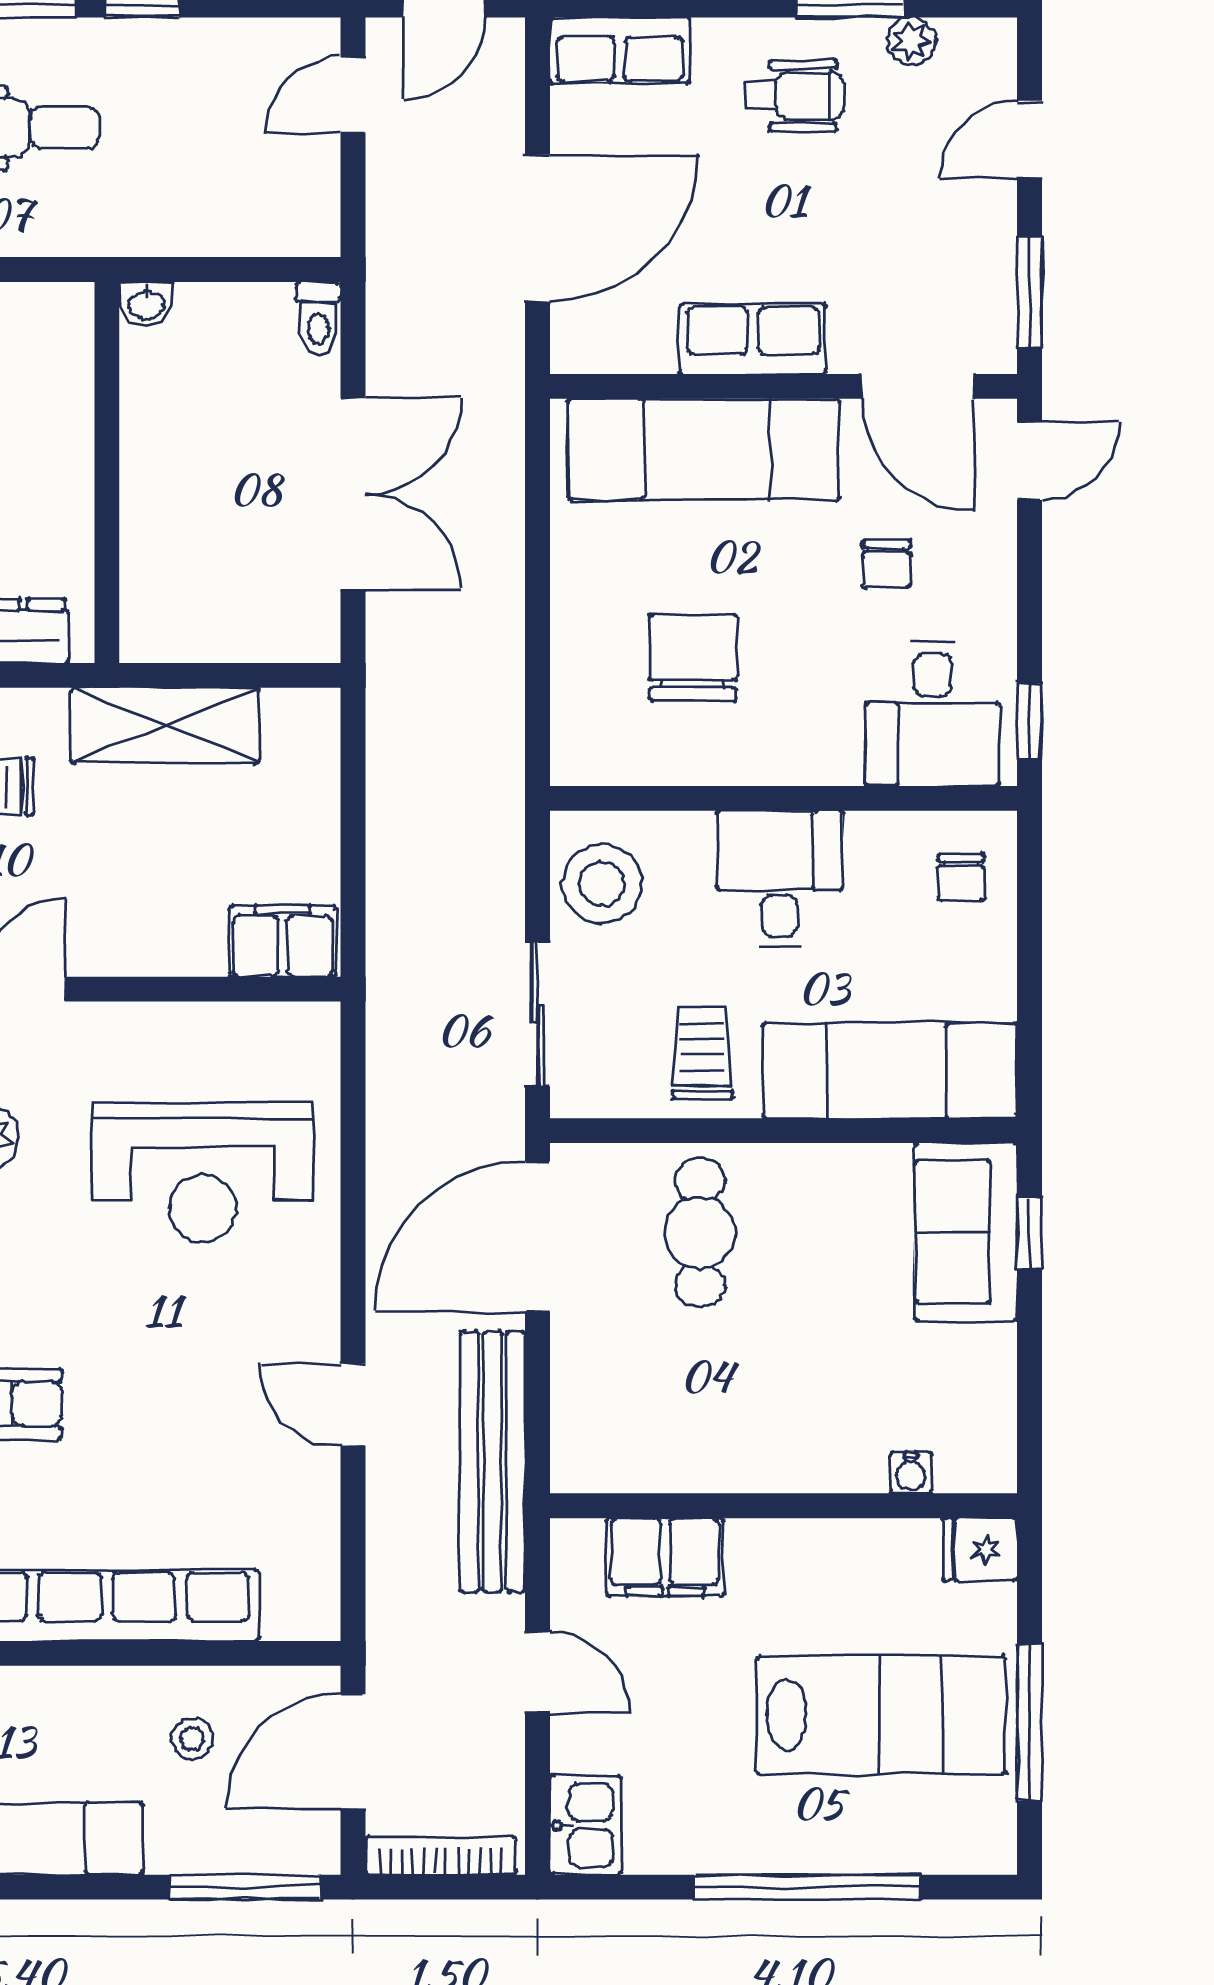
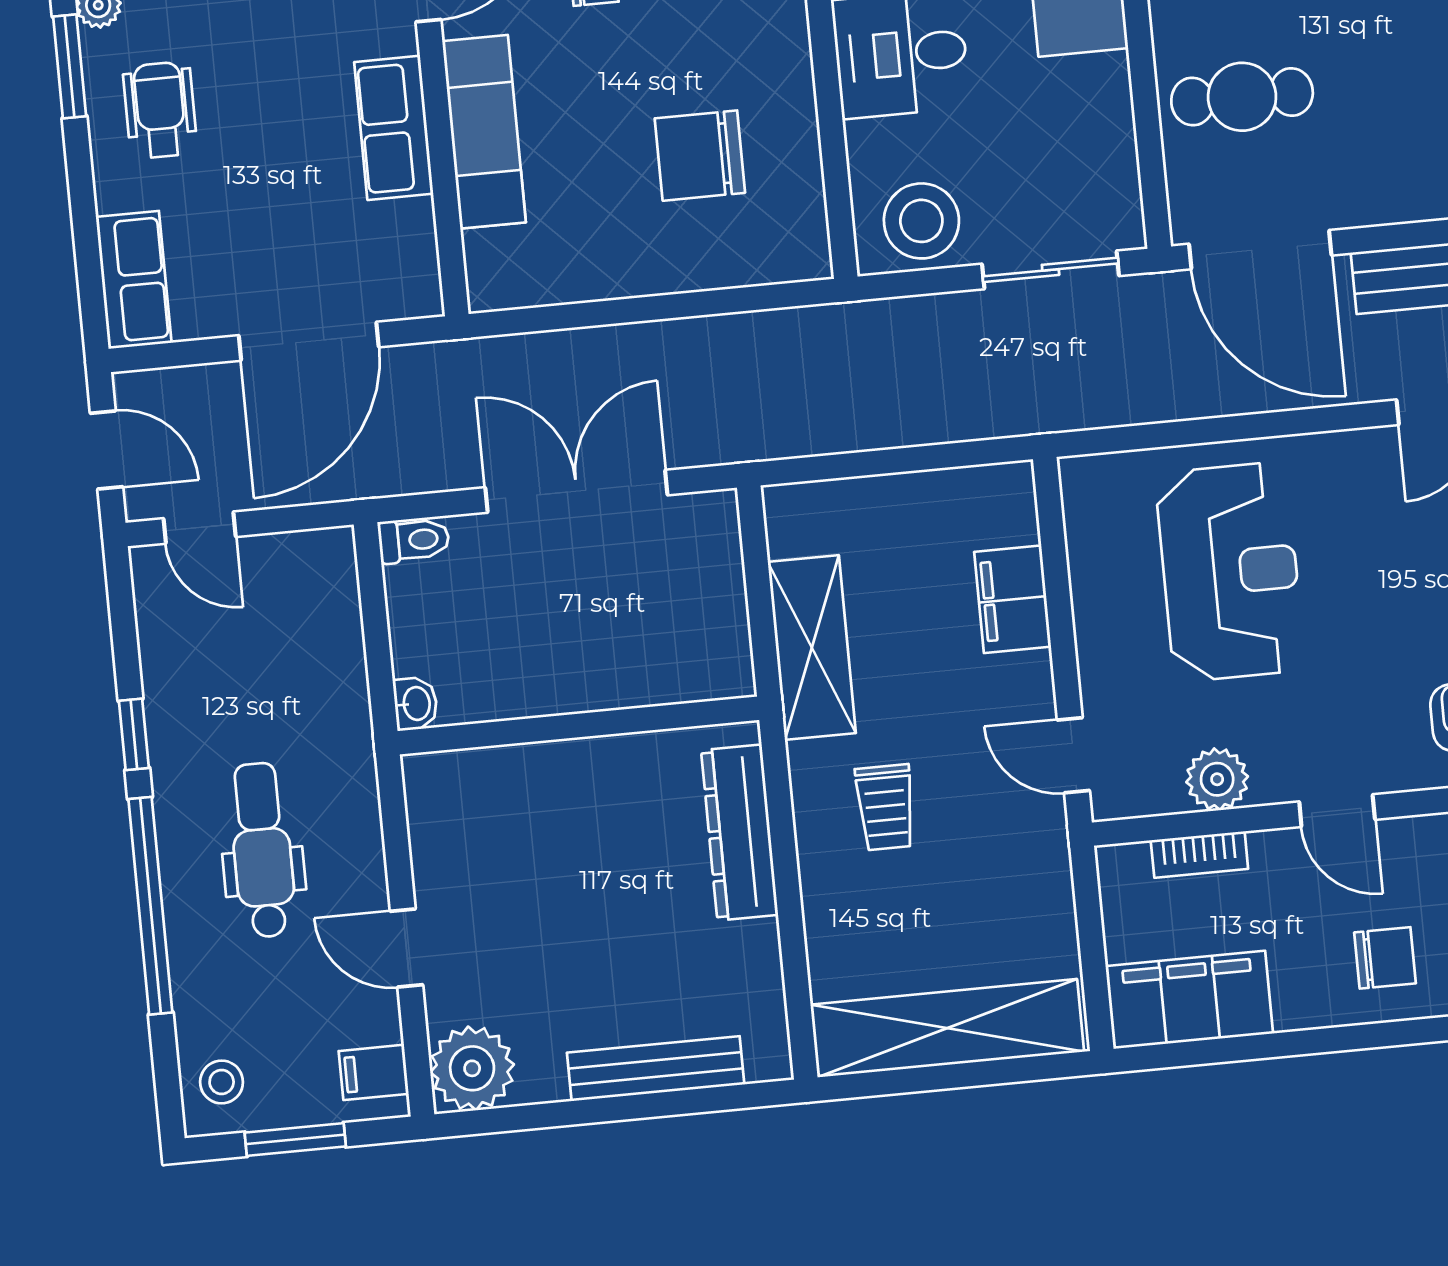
door: (537, 228) -> (309, 341), swing flipped
exam couch: (704, 449) -> (484, 132), width x0.73, depth x0.69
filing cabinet: (283, 941) -> (1013, 599), moved
trolley: (702, 1053) -> (1072, 111), removed

